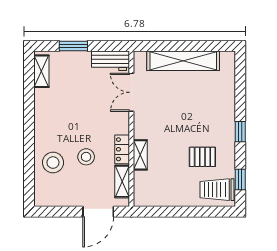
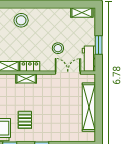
window: (73, 46) -> (99, 45), moved
stool: (86, 157) -> (58, 48), moved

